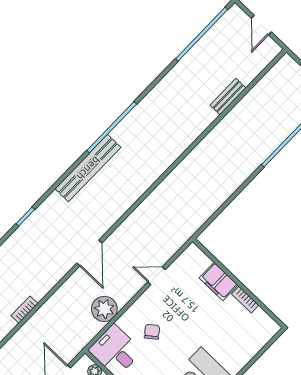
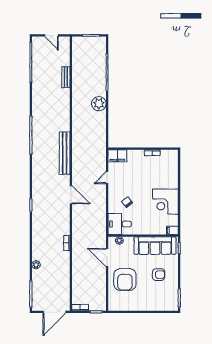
bench: (88, 168) -> (65, 153), moved
filing cabinet: (219, 281) -> (117, 156), moved
plant: (104, 309) -> (99, 104), moved

